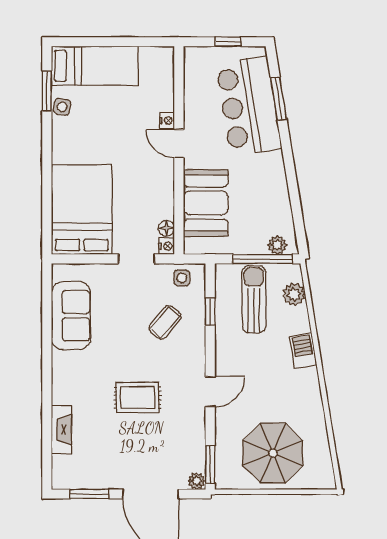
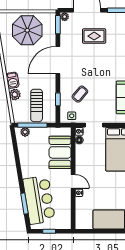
plant: (294, 295) -> (15, 94), moved
door: (210, 392) -> (58, 60), width x1.87
rug: (138, 398) -> (94, 36), moved

